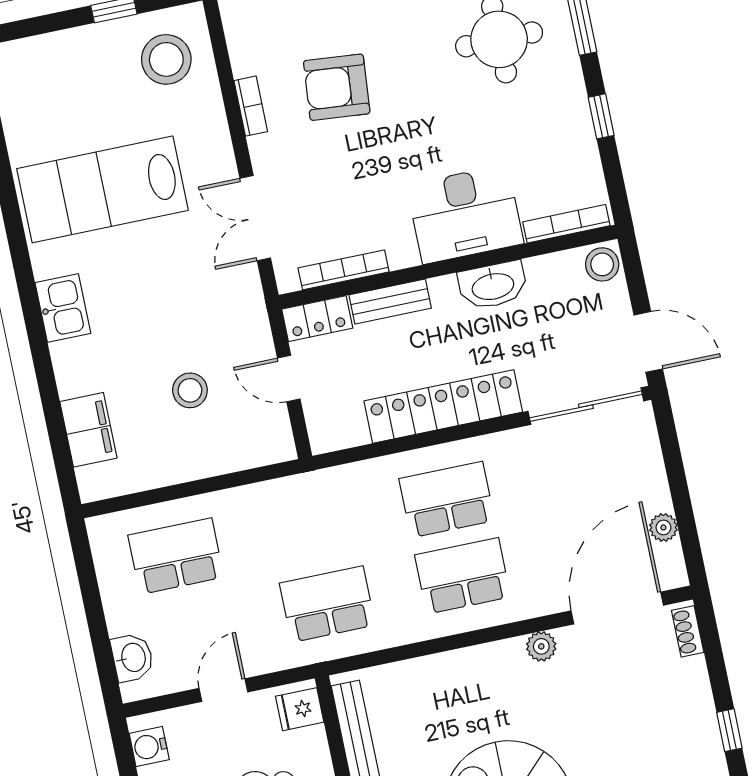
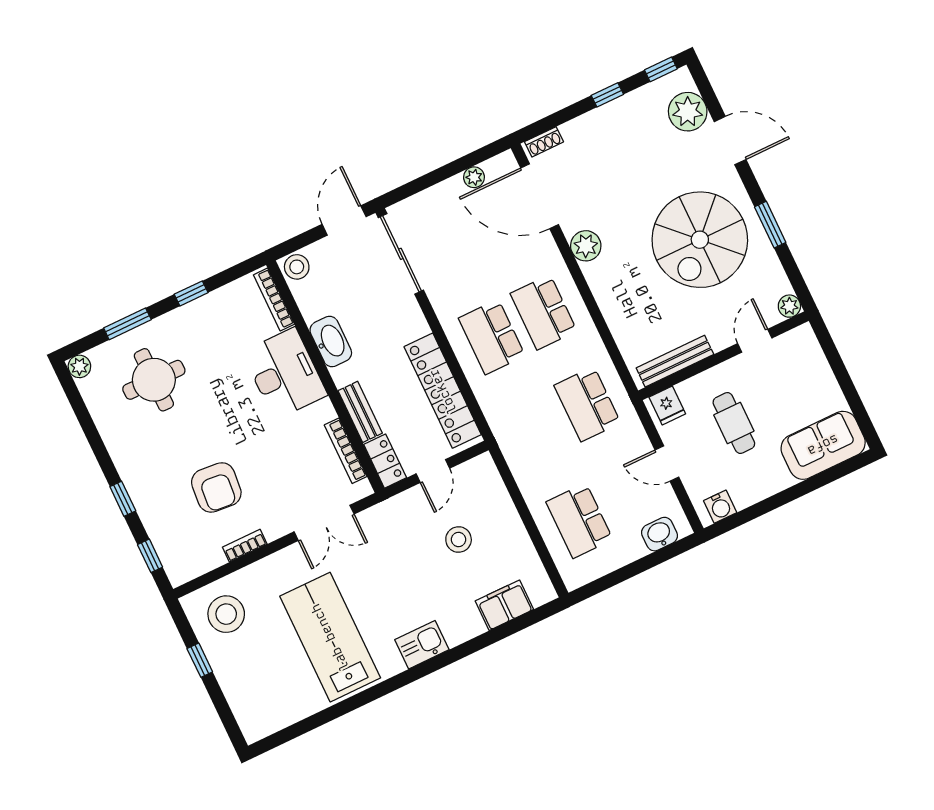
lab bench: (103, 189) -> (330, 637), turned 180
locker: (443, 407) -> (443, 391), moved
plant: (541, 646) -> (586, 246), width x1.38, depth x1.38

